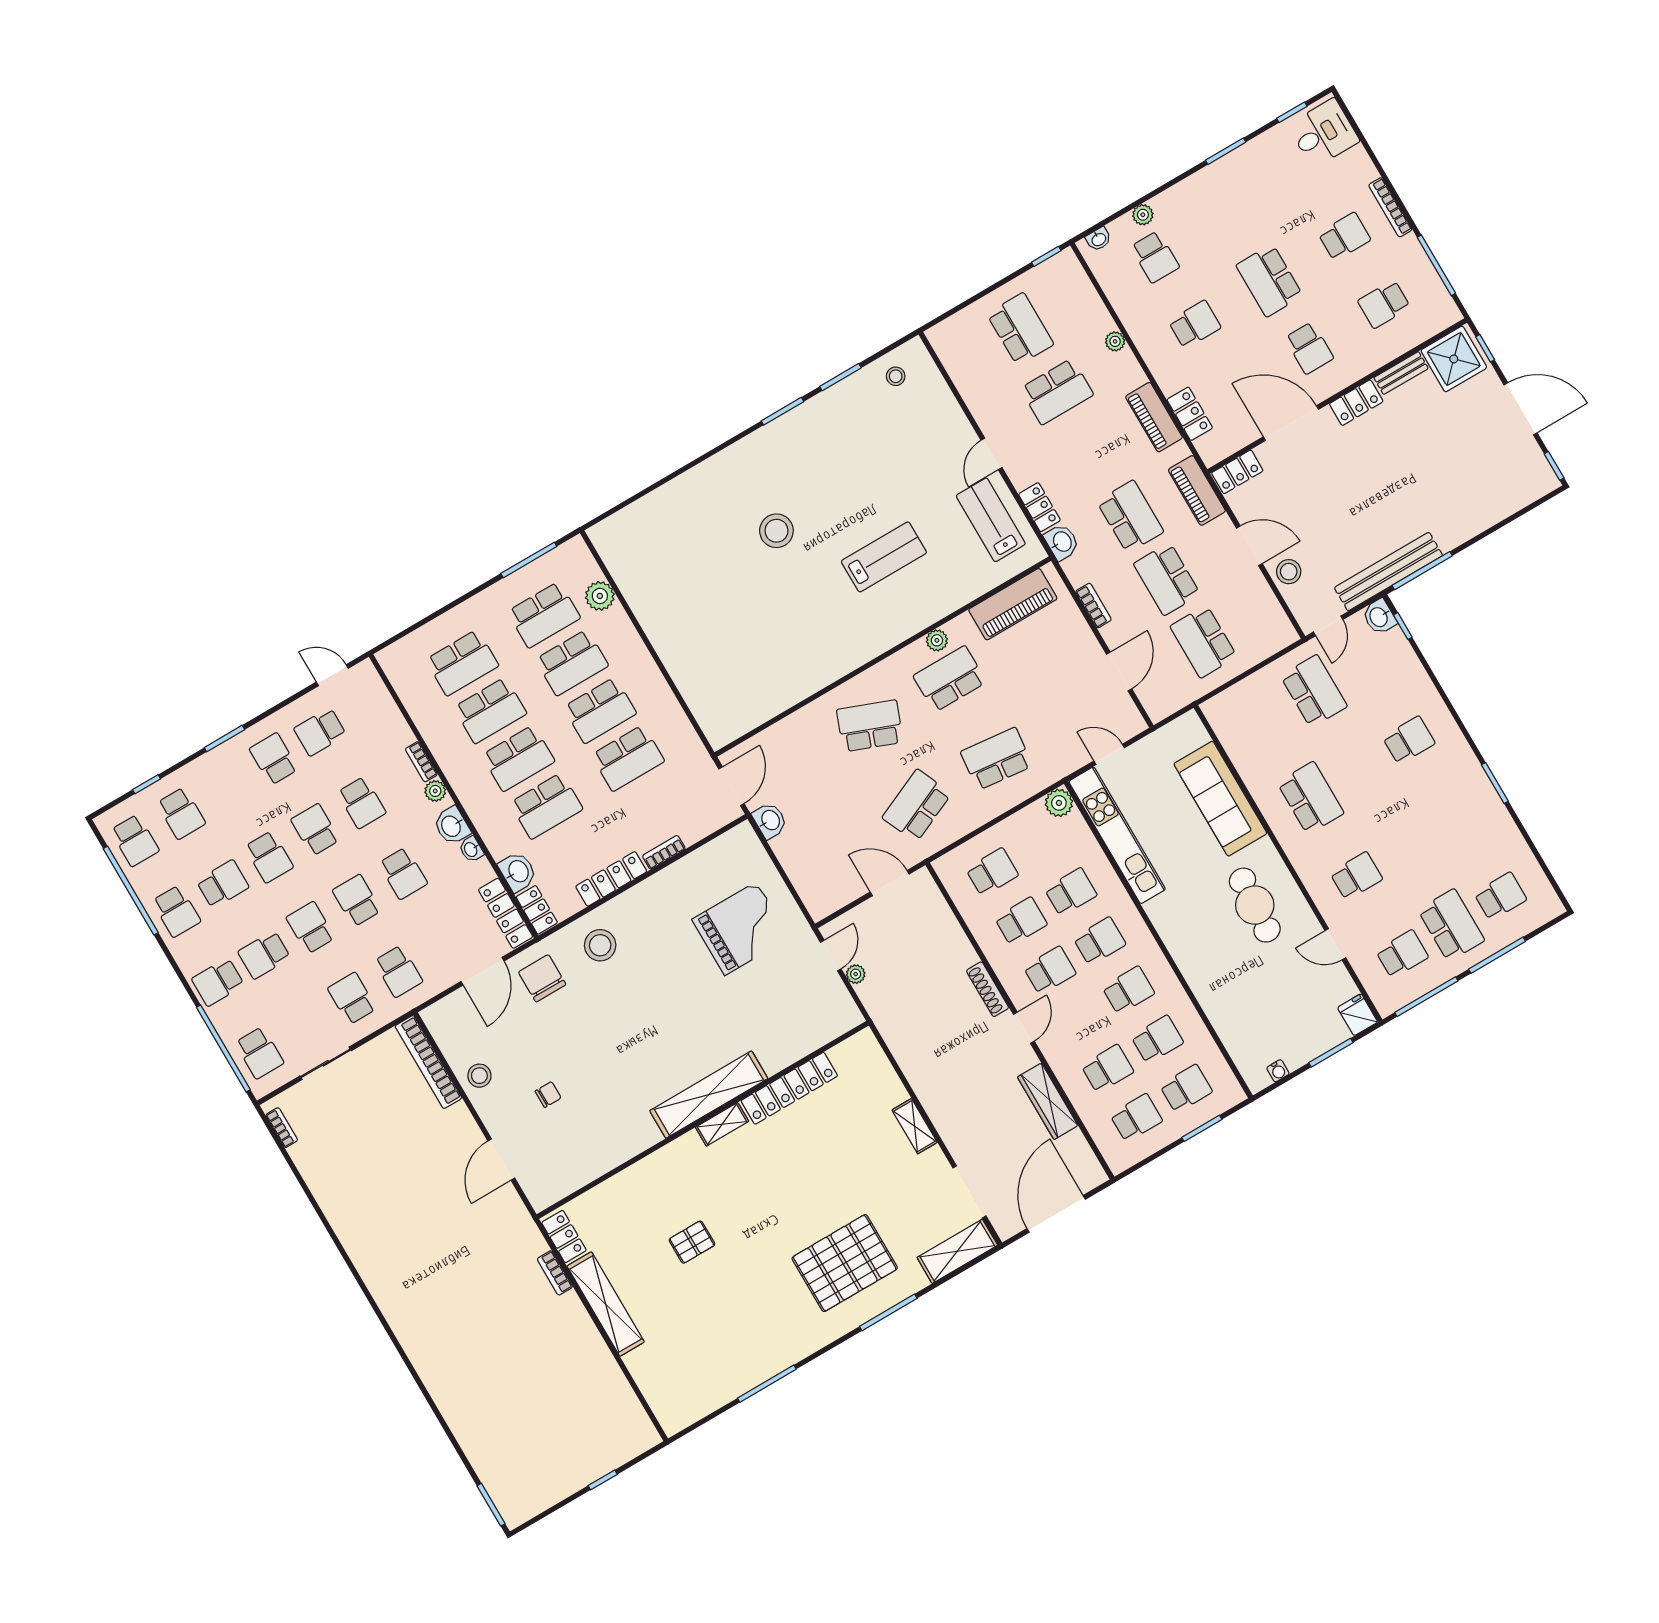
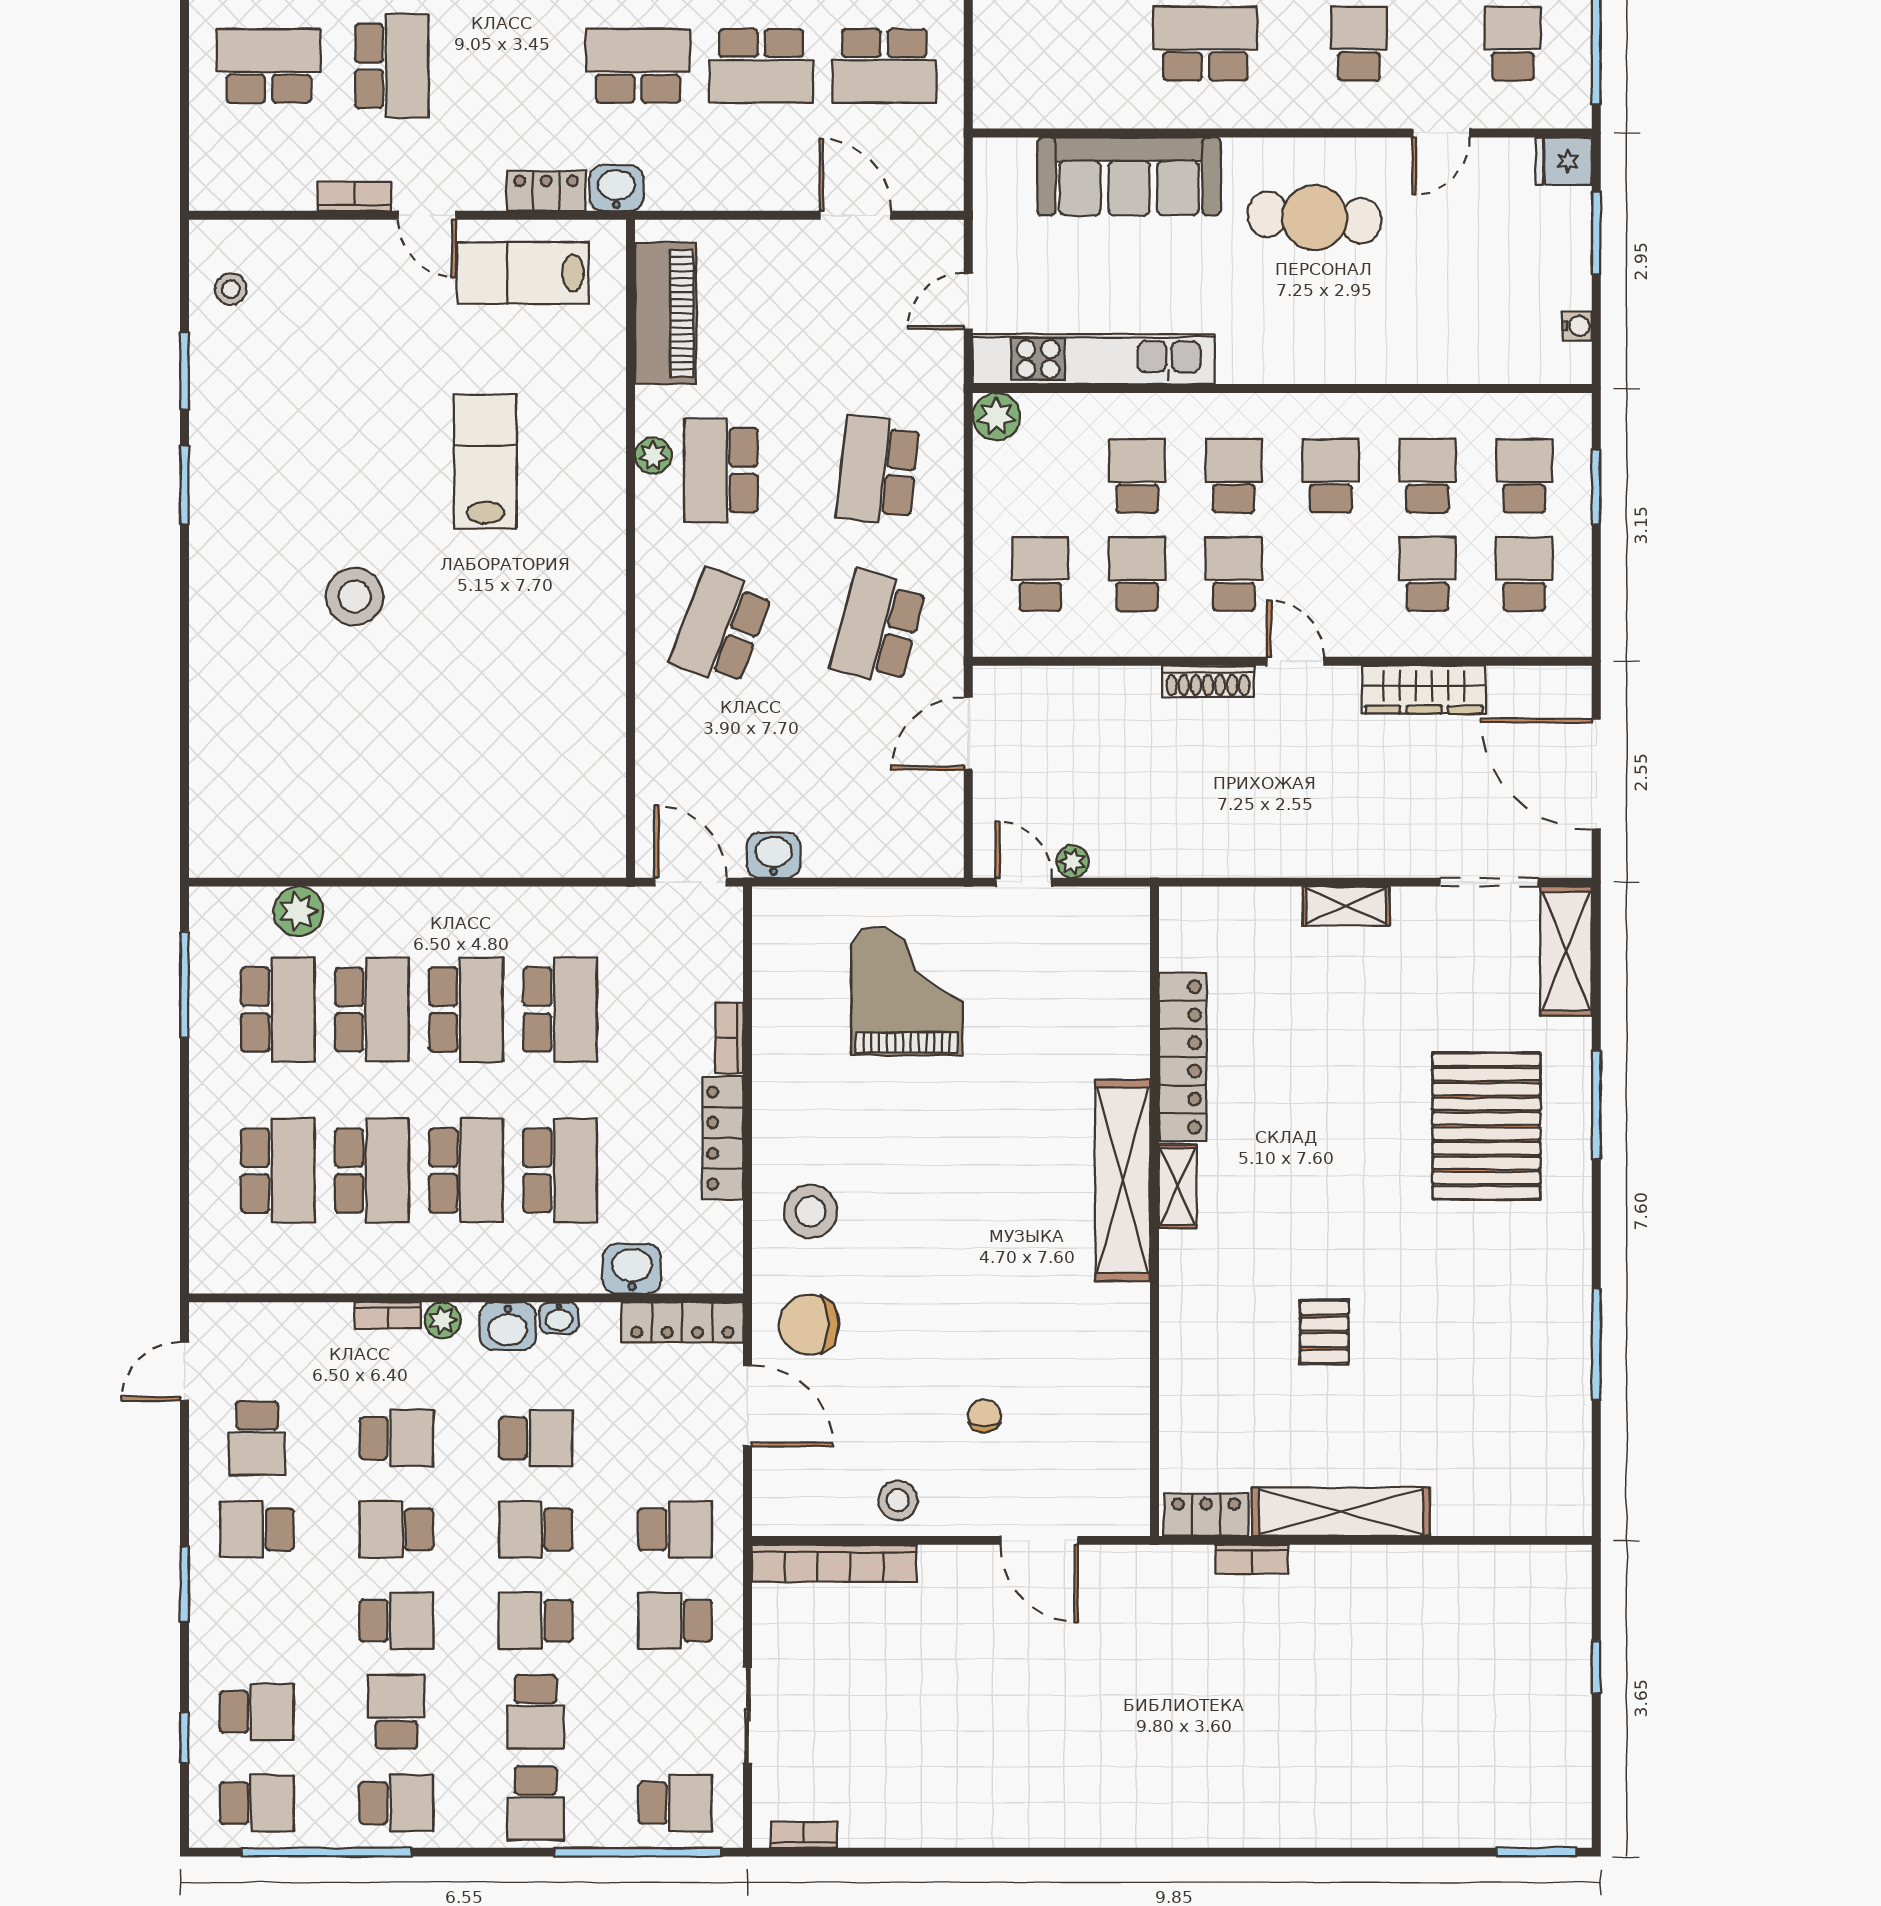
bookcase: (1093, 606) -> (354, 196), moved
school desk: (917, 806) -> (878, 627), turned 39
locker: (537, 910) -> (704, 1274), removed

